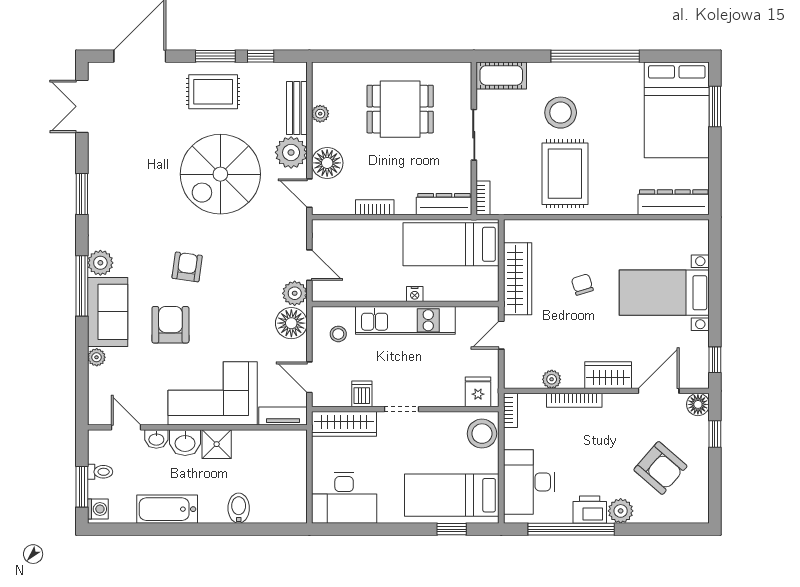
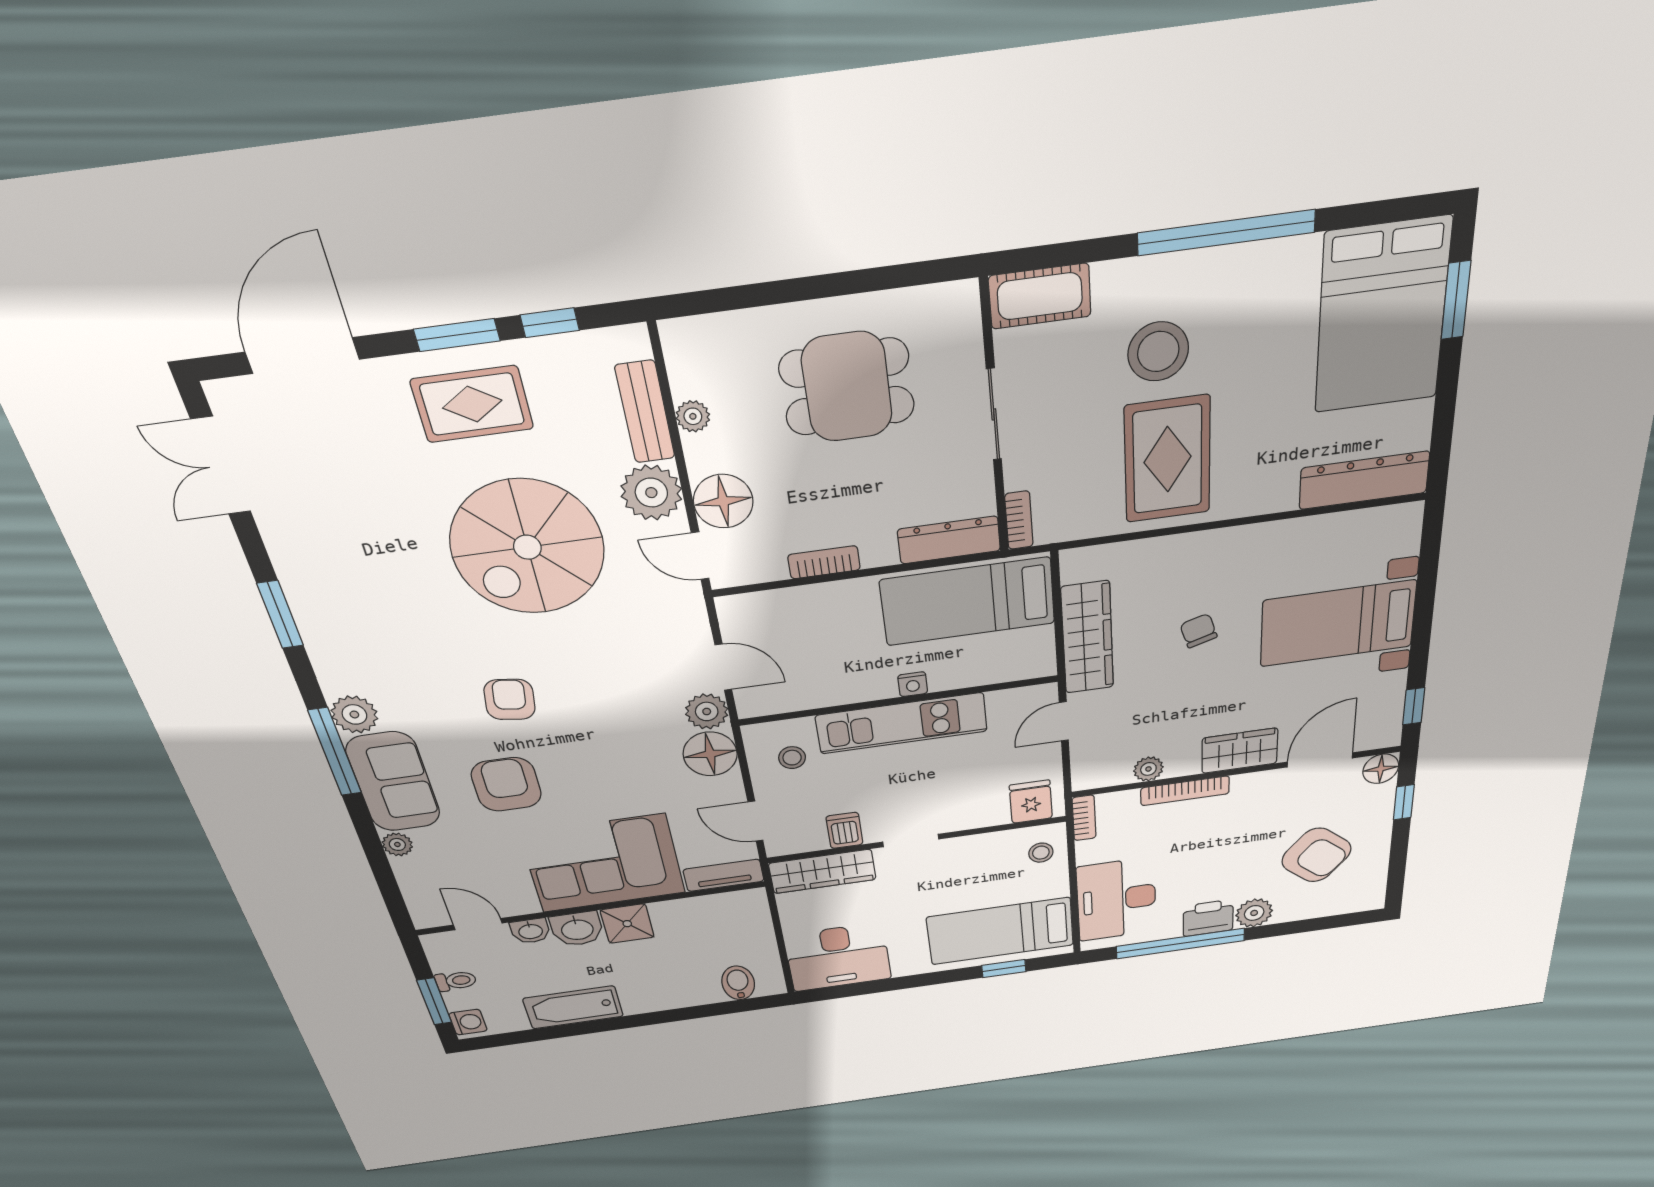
stool: (482, 434) -> (1041, 853), width x0.53, depth x0.53
bidet: (239, 508) -> (738, 983), moved

